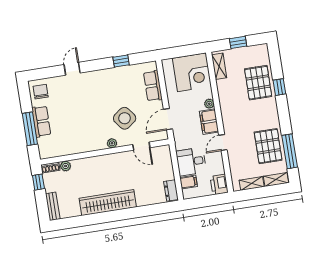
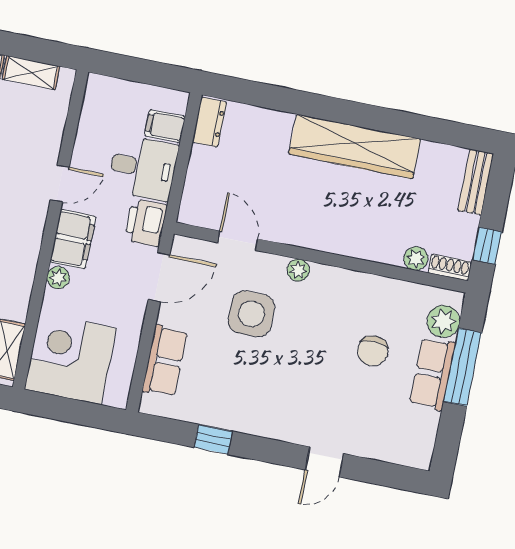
chair: (41, 92) -> (373, 351), moved
side table: (125, 118) -> (251, 314), turned 37
plant: (45, 144) -> (444, 321), added
printer: (219, 184) -> (146, 223), moved, turned 180

